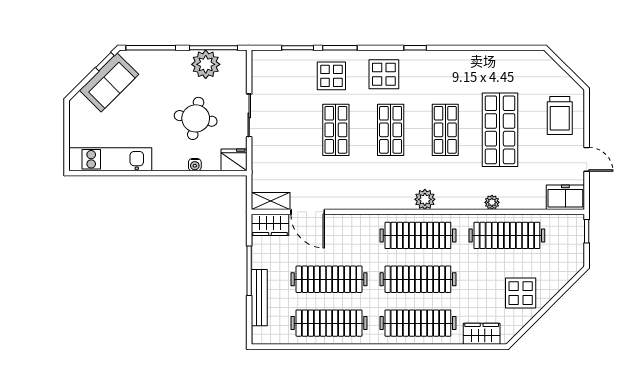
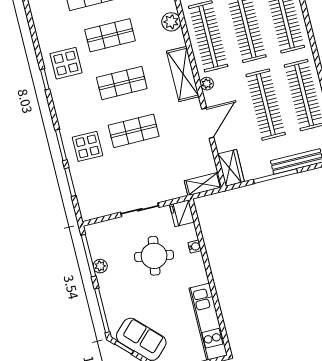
plant: (206, 64) -> (100, 266), width x0.53, depth x0.53
display table: (384, 74) -> (66, 63), moved
shelving: (384, 198) -> (183, 74), added
plant: (425, 199) -> (171, 22), moved
shelving: (271, 201) -> (203, 184), moved, turned 90
door: (308, 212) -> (208, 123), moved
plant: (367, 221) -> (207, 84), added

